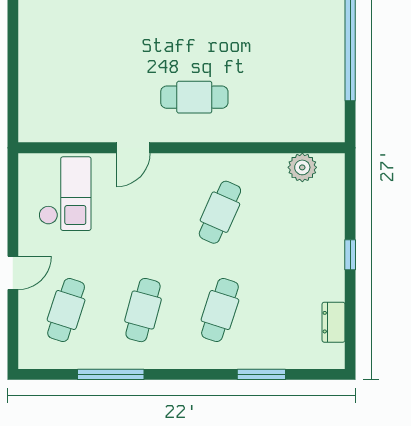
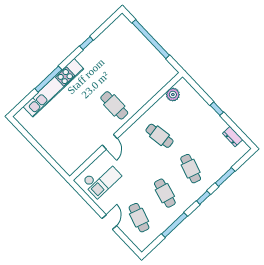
cafe table: (194, 97) -> (114, 105), turned 90
checkout: (65, 194) -> (102, 179), turned 90
cafe table: (220, 212) -> (159, 136), turned -33
window: (197, 374) -> (203, 198), added

